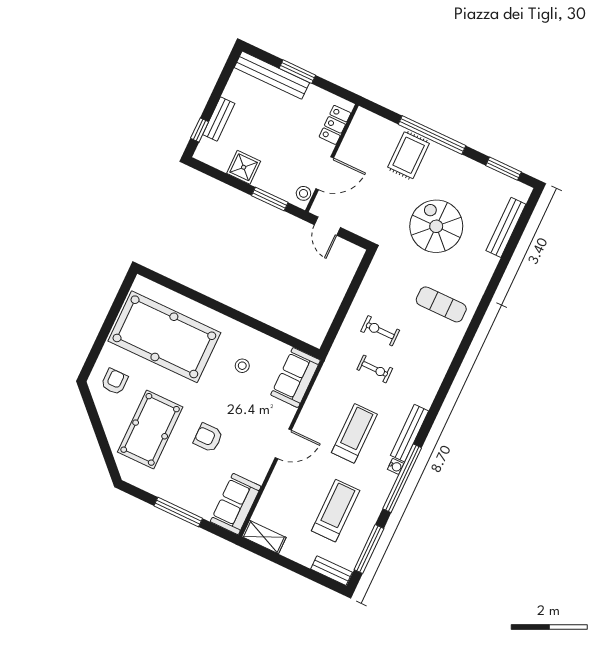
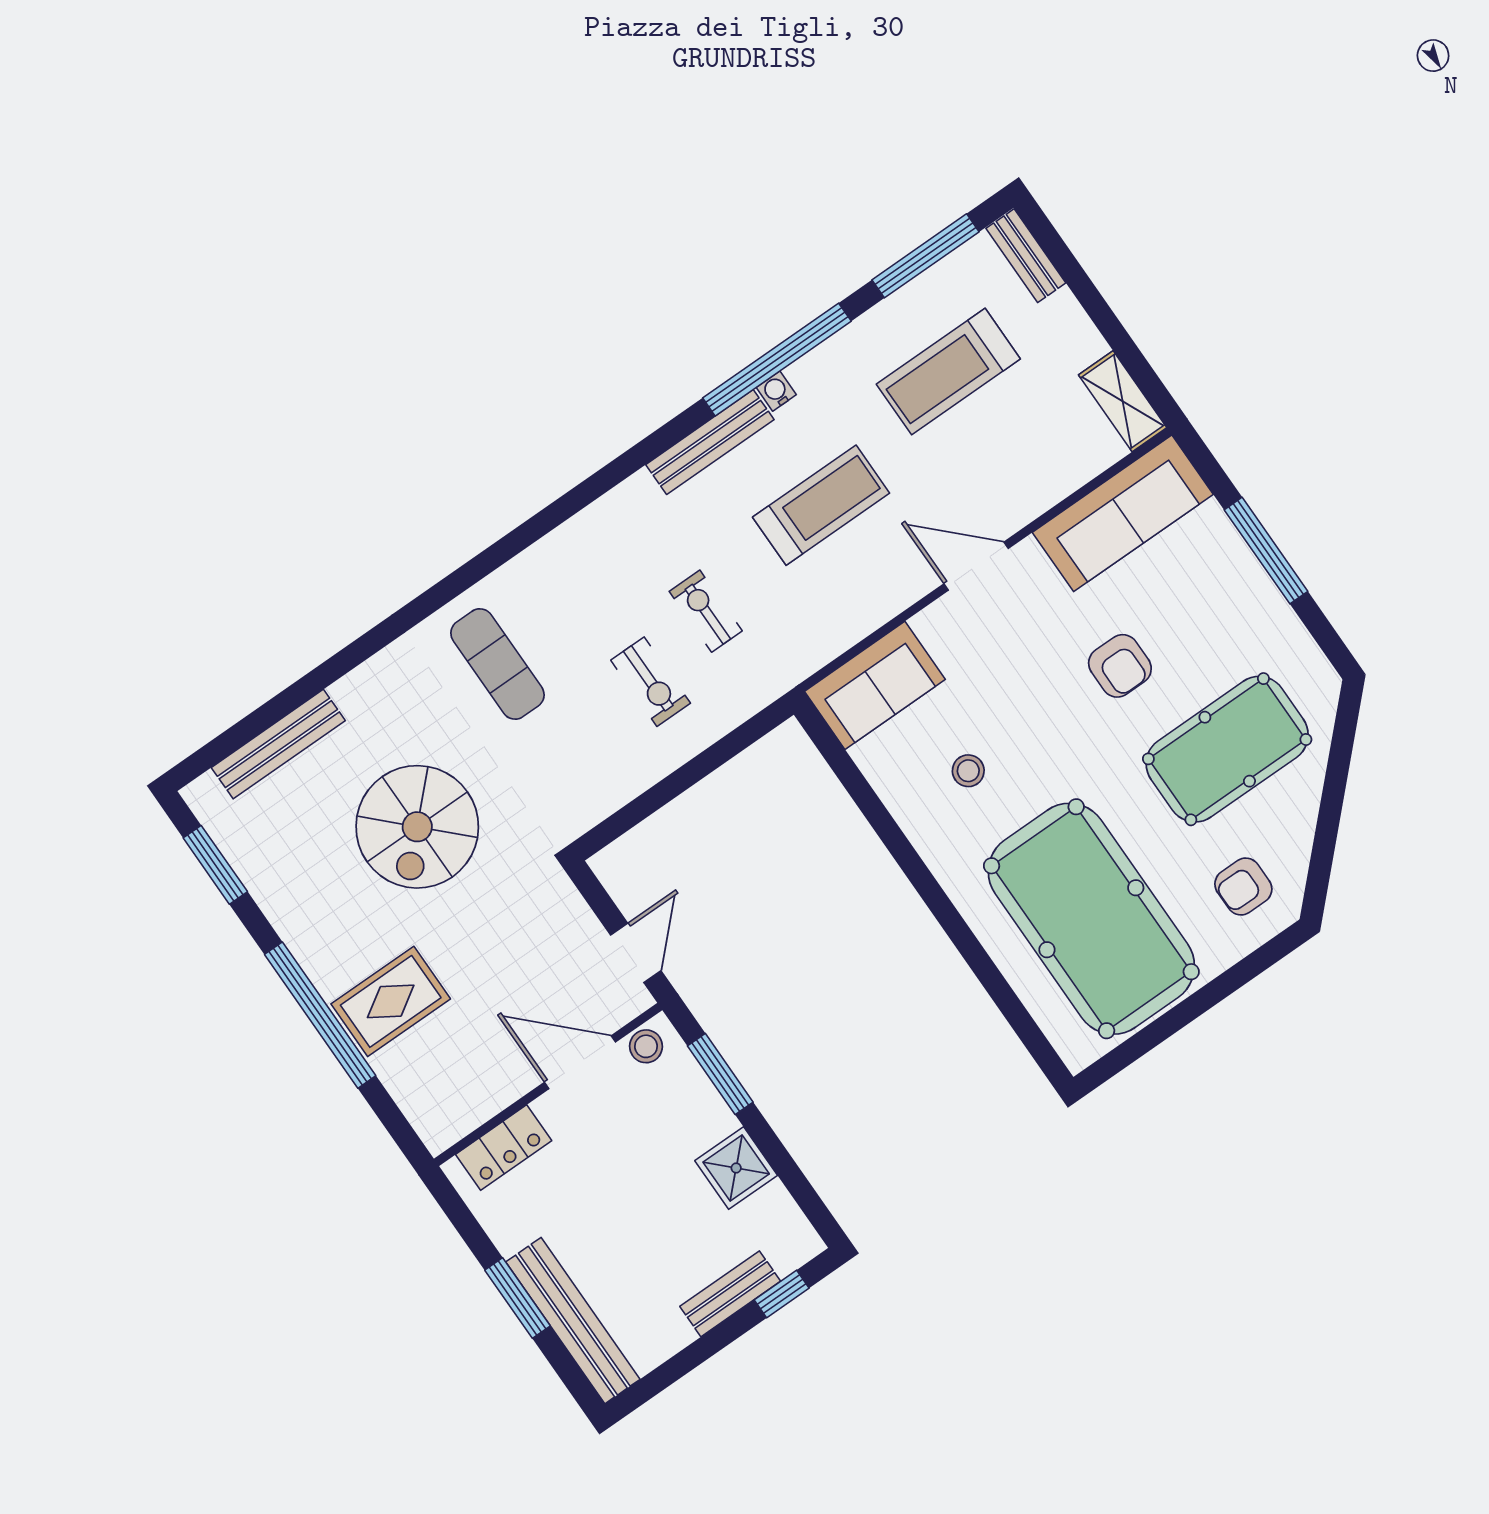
treadmill: (354, 433) -> (821, 505), turned 180
sofa: (236, 504) -> (1123, 513), width x1.36

